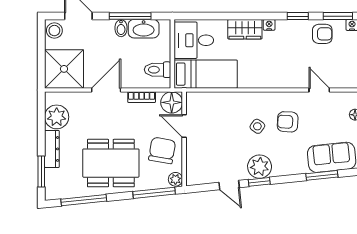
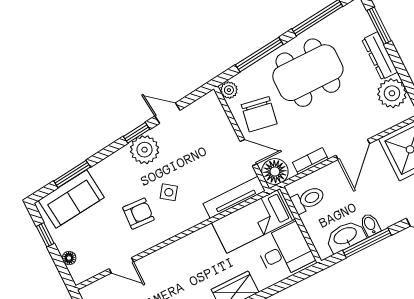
tv unit: (211, 99) -> (234, 197), added
window: (154, 193) -> (259, 55), moved

